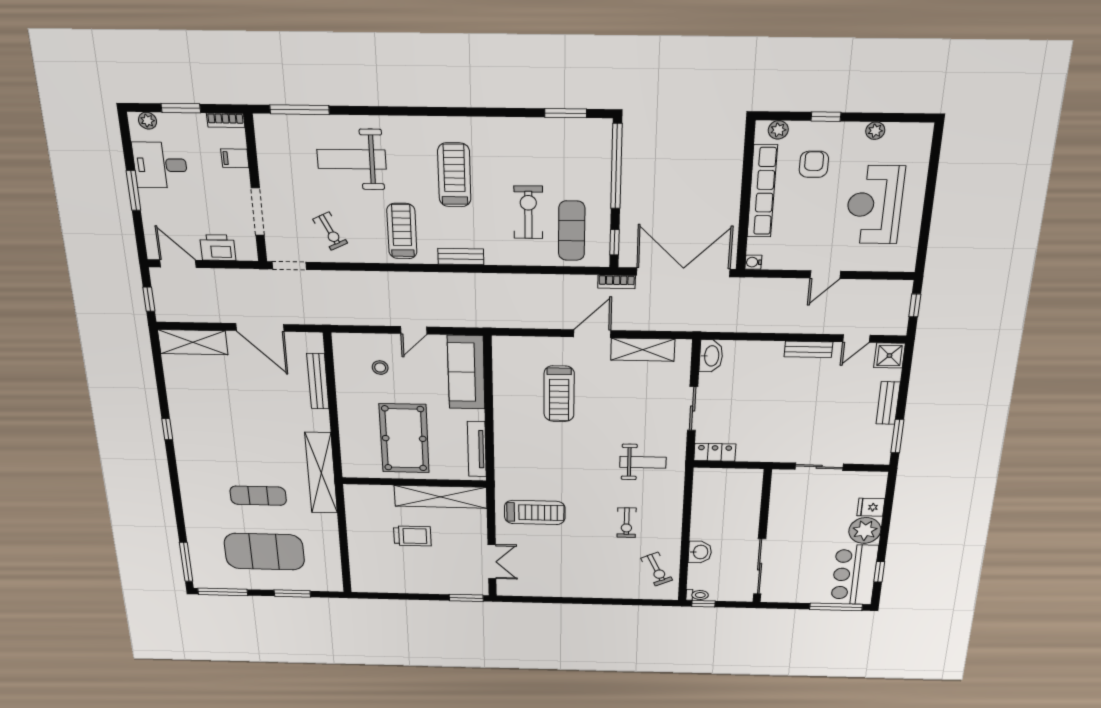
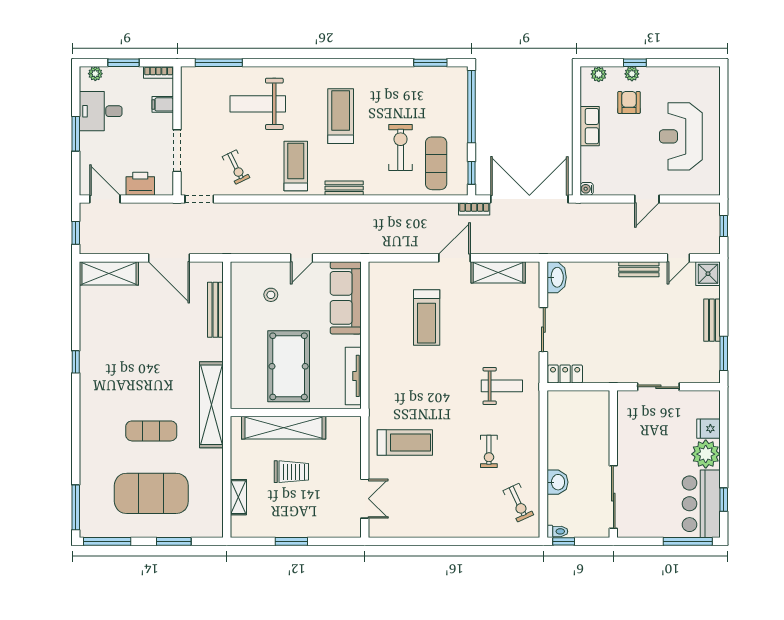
plant: (875, 131) -> (632, 74), moved
row of seats: (762, 191) -> (590, 126), width x0.50
shelving: (441, 497) -> (284, 428), moved
shelving: (357, 557) -> (238, 497), added
window: (466, 598) -> (291, 541), moved

